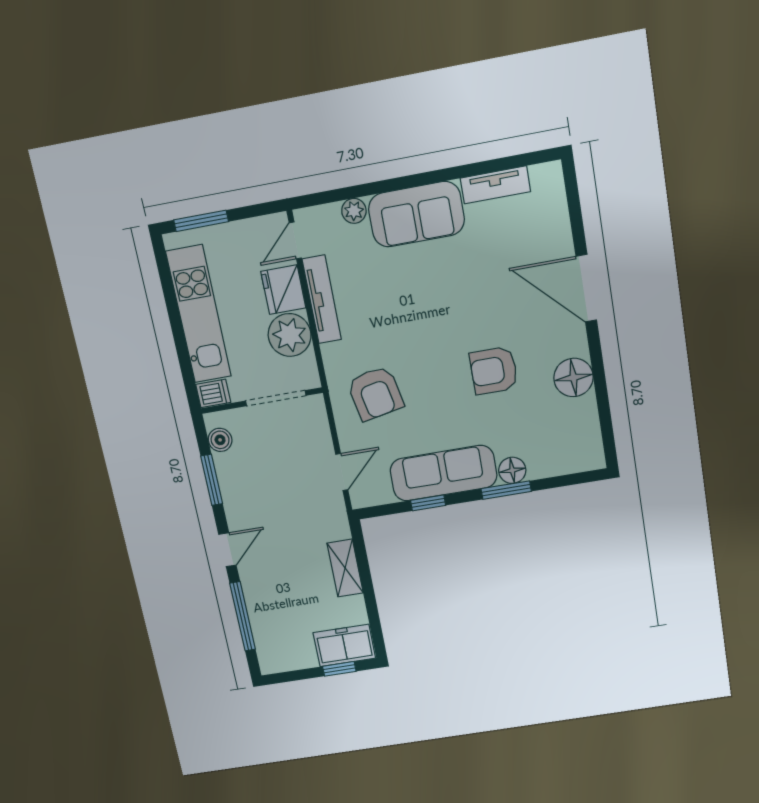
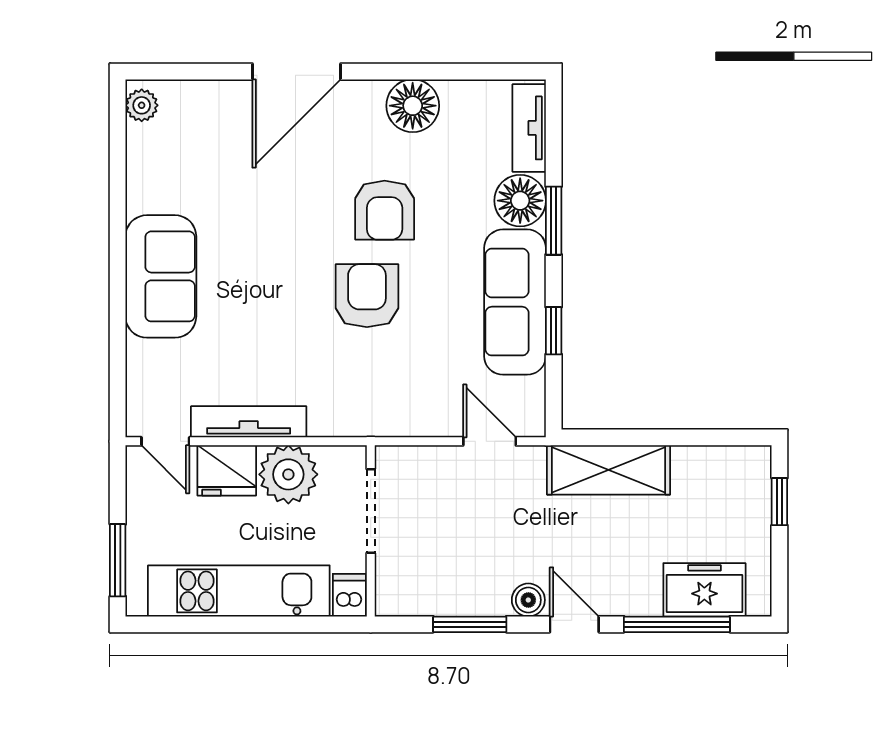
tv unit: (495, 185) -> (529, 128), moved, turned 180
plant: (354, 211) -> (142, 105), moved
armchair: (375, 393) -> (367, 296), moved, turned -79
boiler: (220, 440) -> (528, 600), moved
floor lamp: (512, 470) -> (520, 201), width x1.38, depth x1.38
shelving: (345, 568) -> (609, 470), width x1.50, depth x1.33
freezer: (344, 645) -> (704, 590), moved, turned 90

